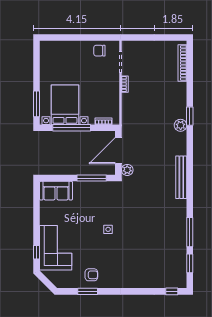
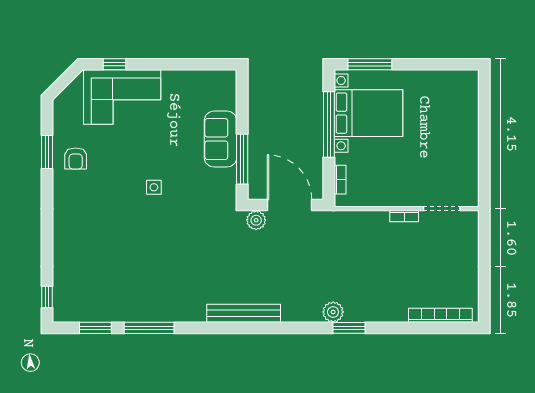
chair: (99, 51) -> (462, 172), removed
sofa: (56, 191) -> (221, 139), moved

